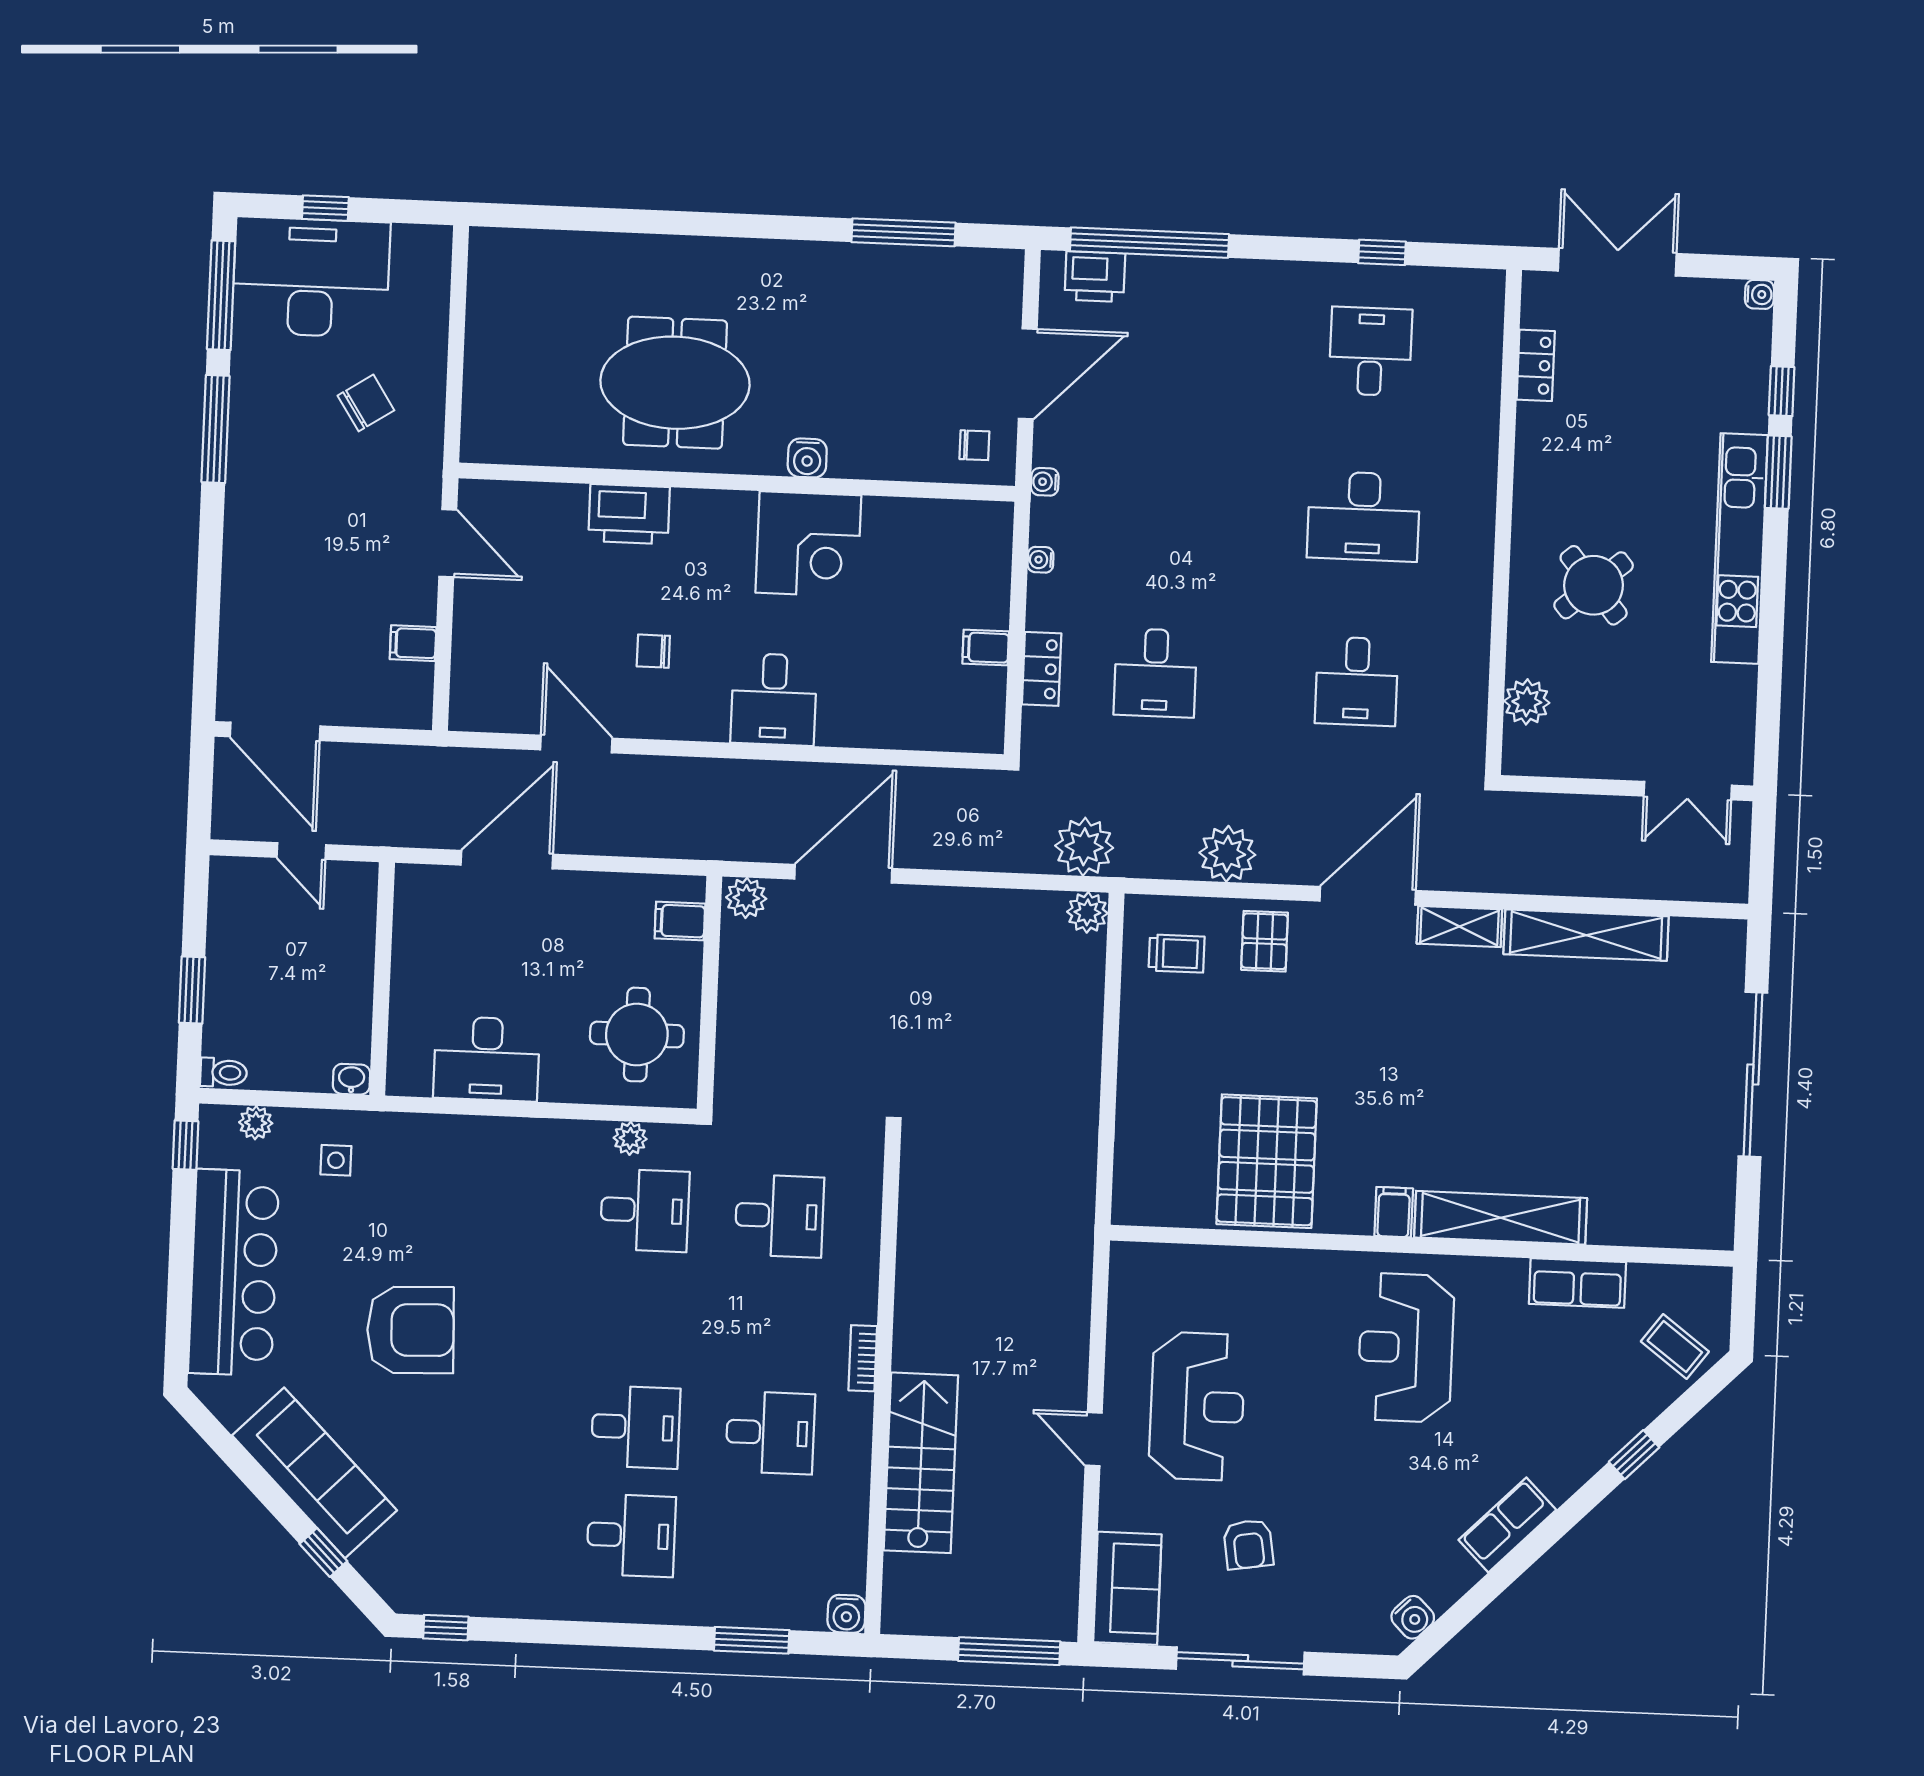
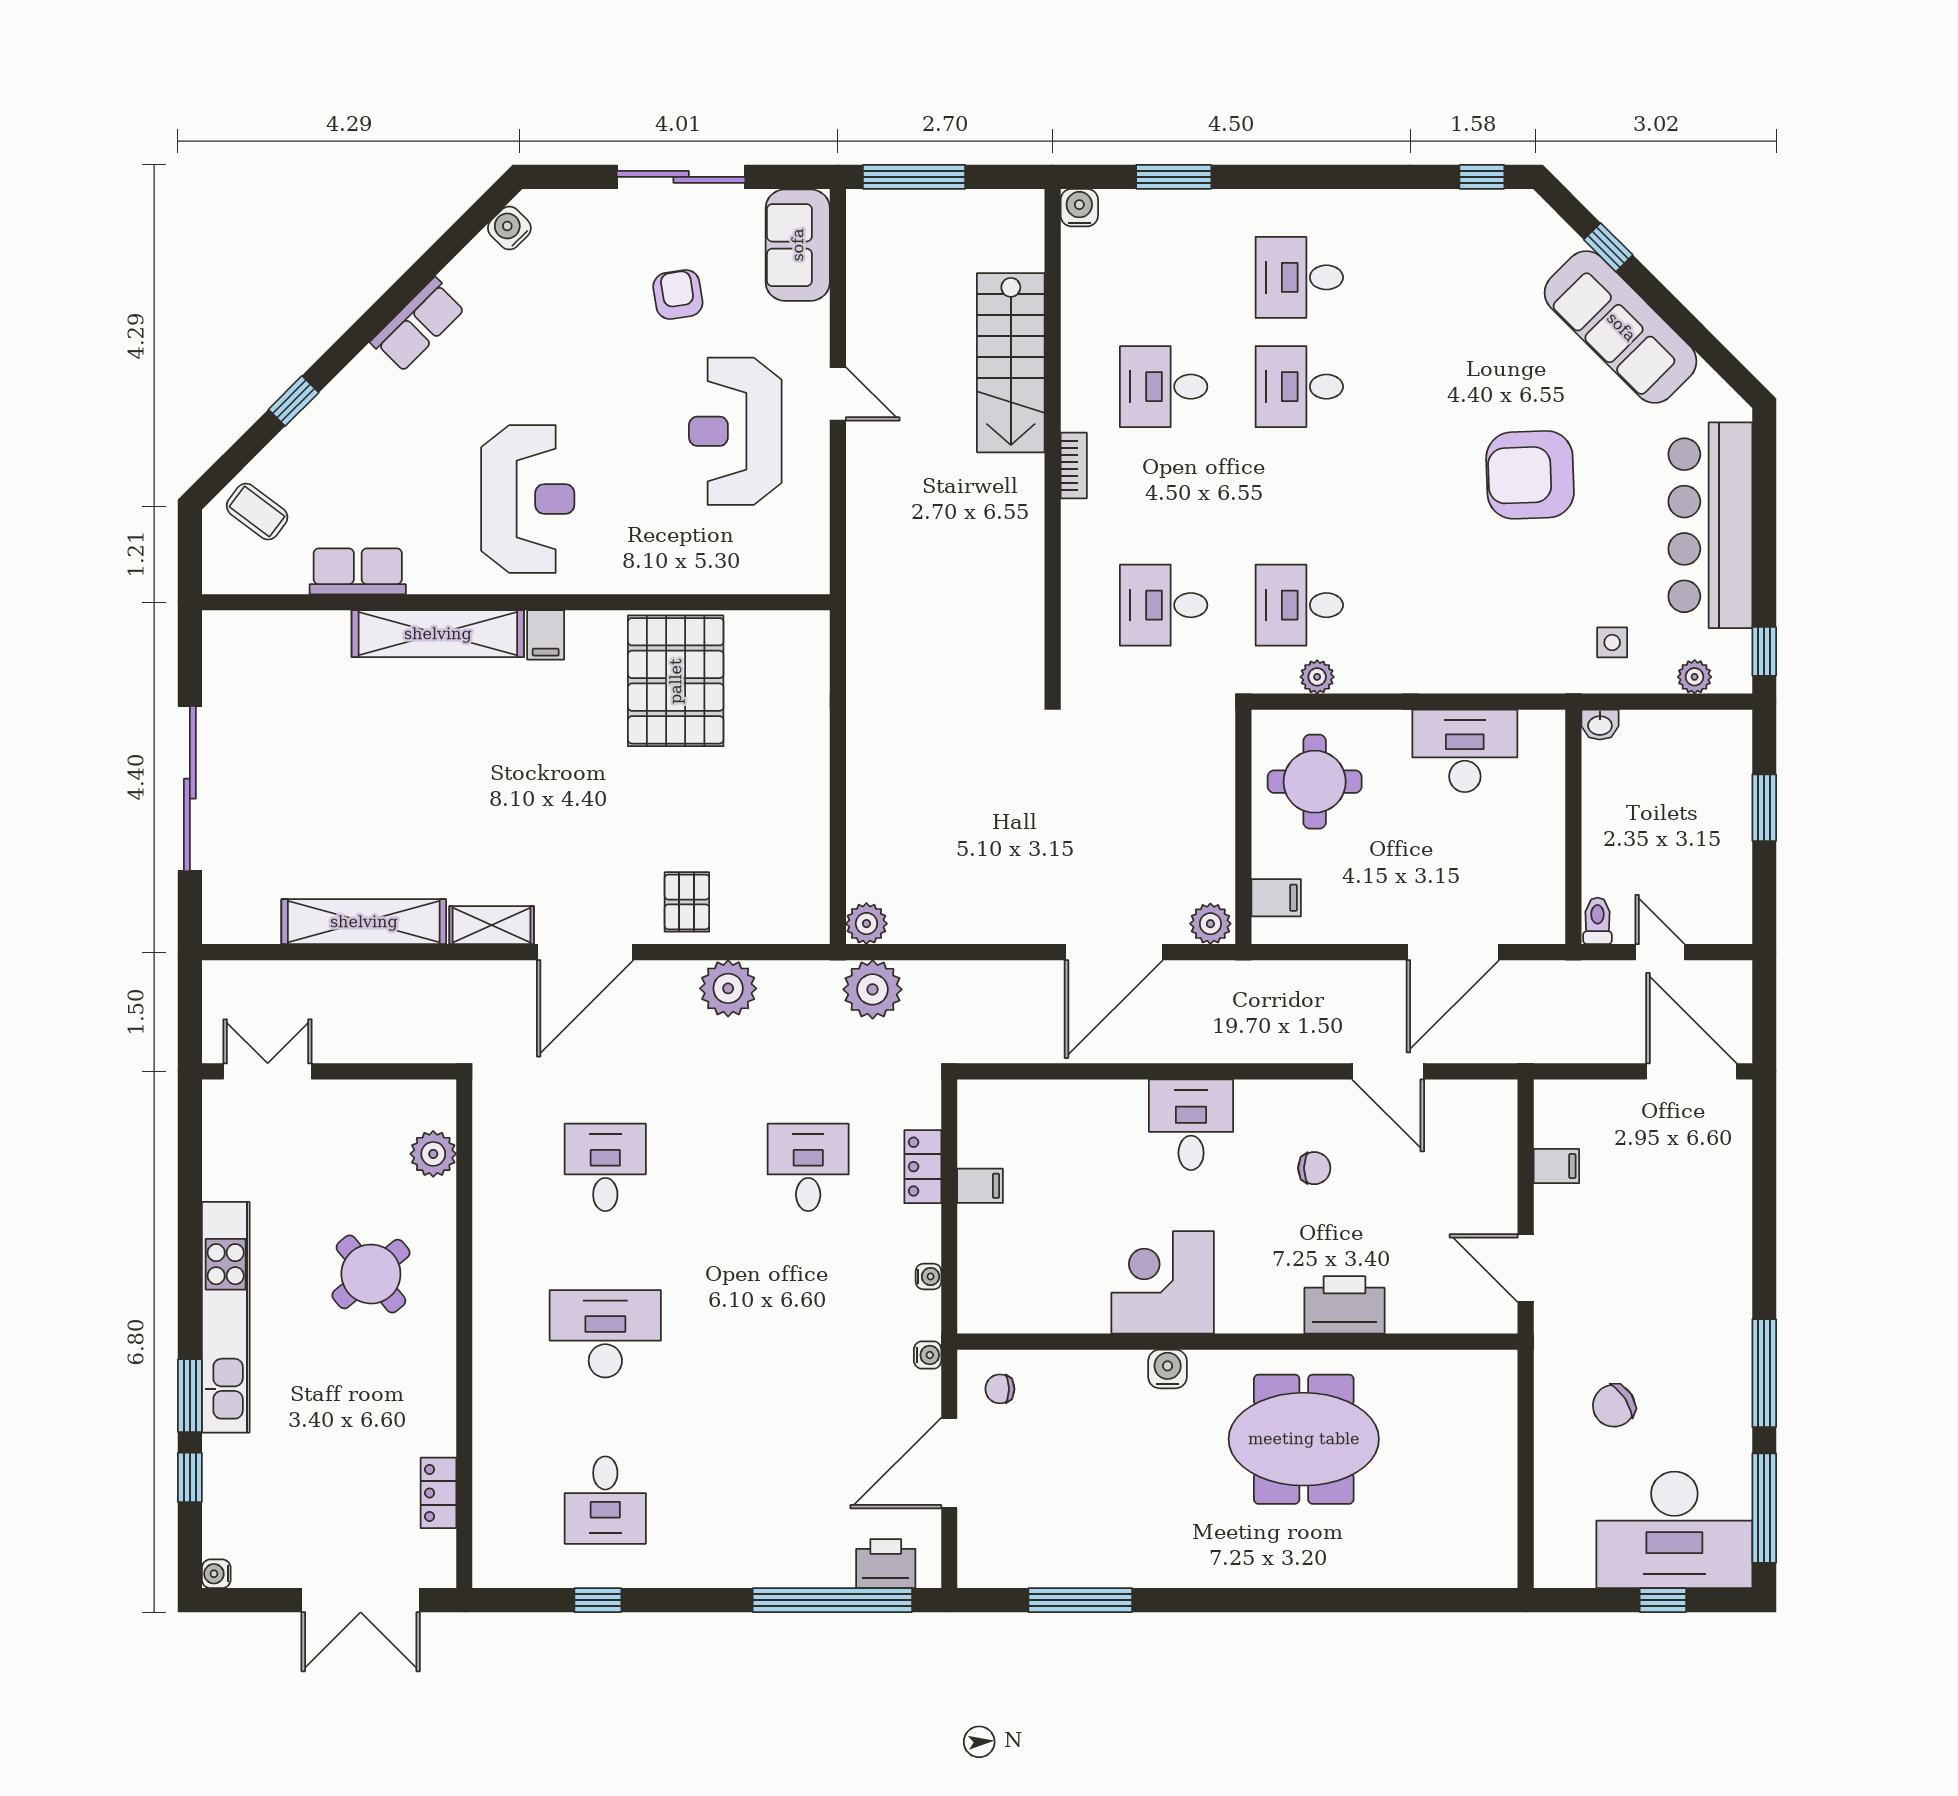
trolley: (1176, 954) -> (775, 886), removed
toilet: (224, 1073) -> (1597, 921), moved, turned 90

